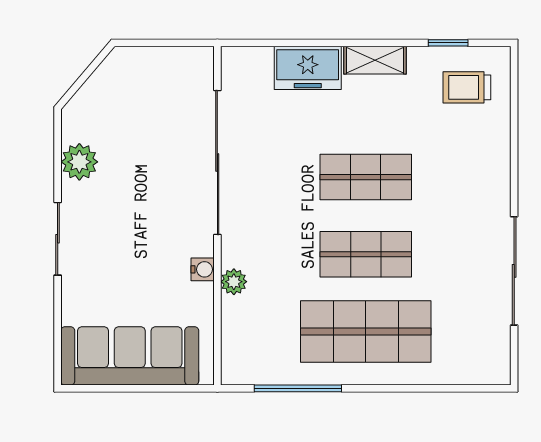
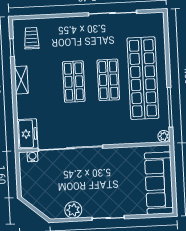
freezer: (308, 68) -> (27, 134), moved
trolley: (467, 87) -> (31, 38), turned 180
water cooler: (203, 269) -> (32, 157), moved
plant: (234, 282) -> (164, 136), moved
shop shelf: (366, 331) -> (143, 78), width x1.40

